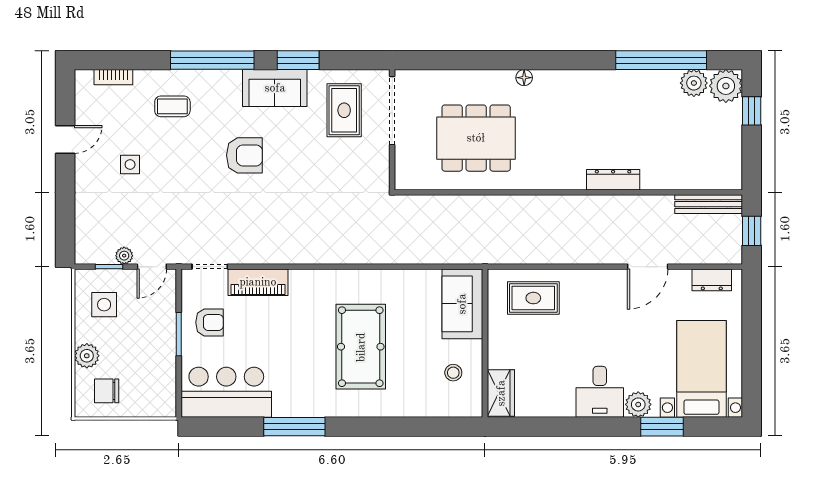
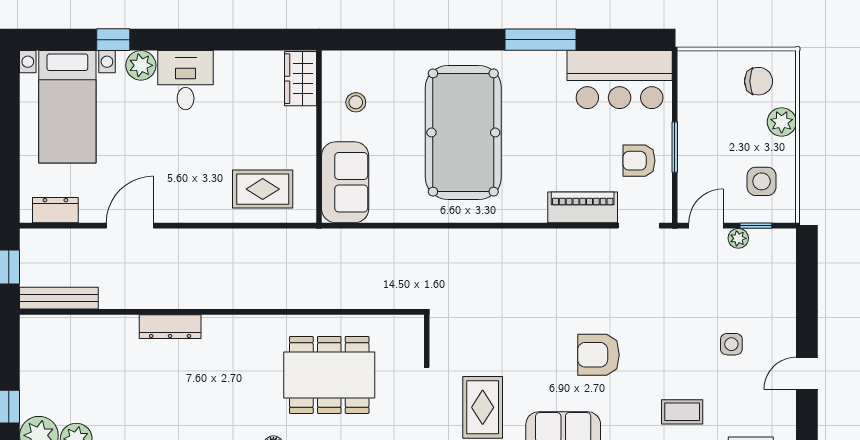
pool table: (361, 347) -> (463, 132), width x1.36, depth x1.32
window: (662, 427) -> (113, 40), width x0.67

